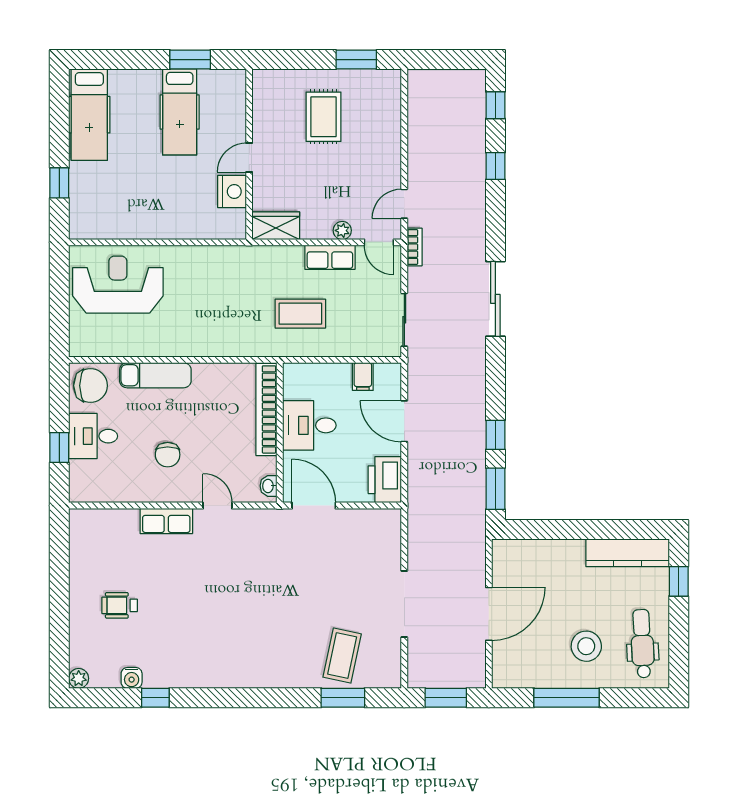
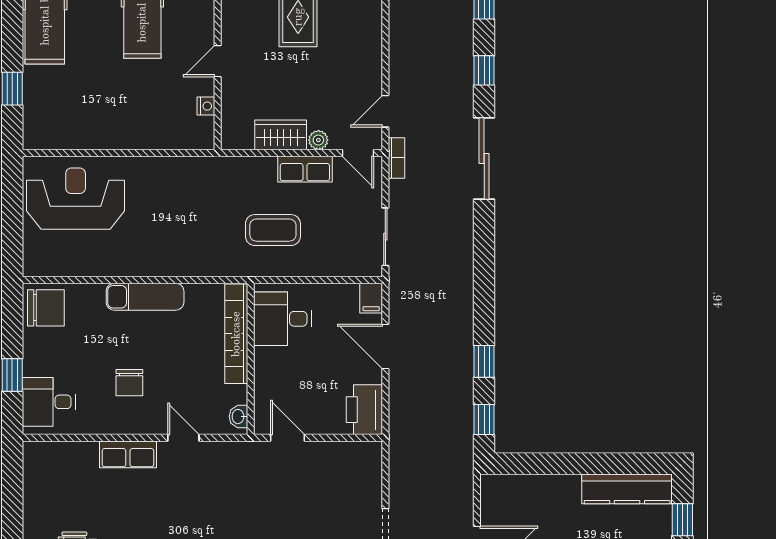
nightstand: (232, 192) -> (206, 106), width x0.53, depth x0.56
wardrobe: (276, 226) -> (281, 135), moved
sliding door: (495, 299) -> (484, 159), moved
exam couch: (155, 375) -> (145, 297), moved
filing cabinet: (363, 377) -> (371, 298), moved
desk: (309, 425) -> (283, 319), moved
desk: (93, 436) -> (49, 402), moved
window: (495, 489) -> (484, 419), width x0.67
door: (314, 506) -> (287, 438), width x0.73

